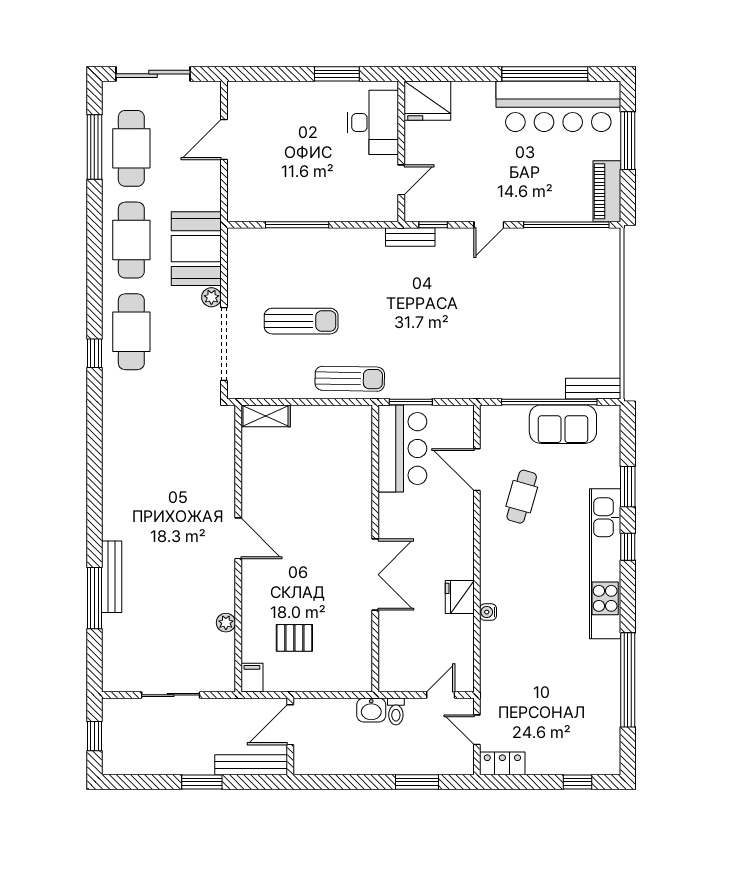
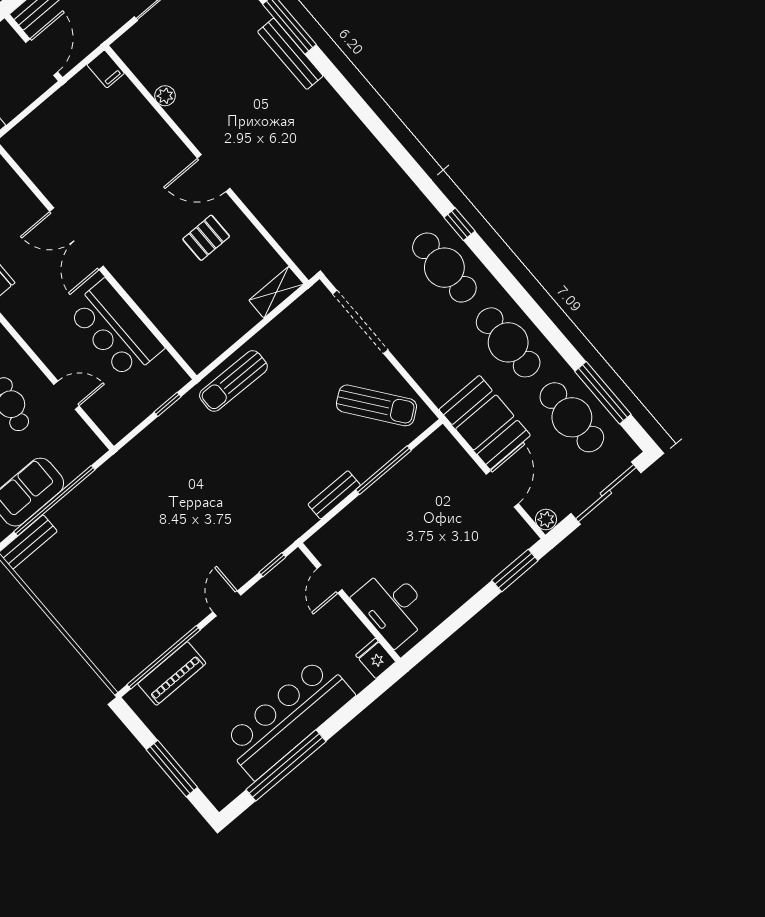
window: (337, 74) -> (515, 571), moved
fridge: (427, 101) -> (376, 658), width x0.53, depth x0.75
bar counter: (558, 106) -> (288, 718), moved
piano: (607, 191) -> (172, 674), moved, turned 90
bench: (410, 237) -> (334, 495), moved
booth: (196, 249) -> (485, 422), moved
plant: (211, 297) -> (546, 519), moved
sun lounger: (301, 321) -> (376, 405), moved, turned -127
window: (411, 402) -> (168, 404), width x0.67
bar counter: (402, 448) -> (115, 329), moved
door: (477, 470) -> (66, 395), width x0.73
pallet: (294, 638) -> (206, 238), moved

